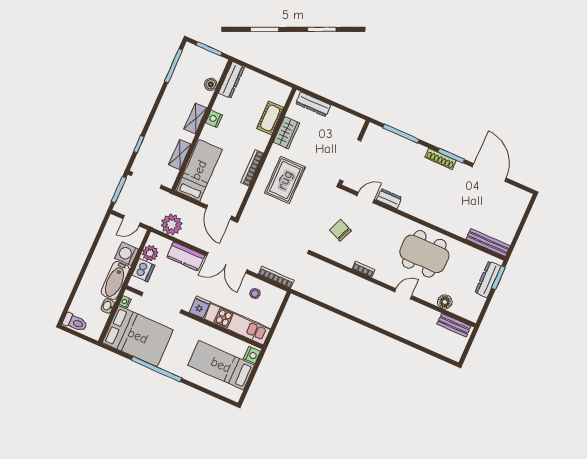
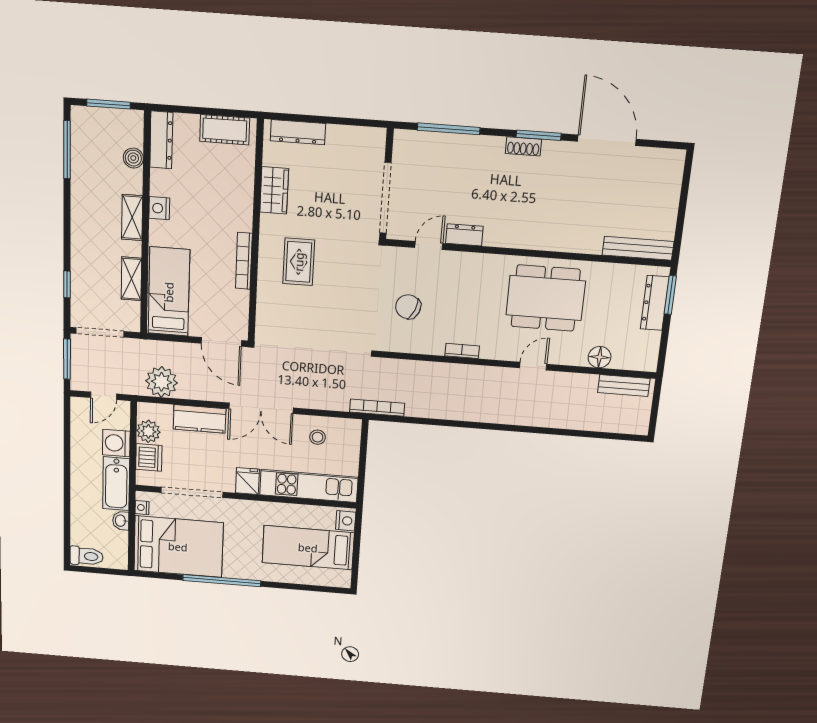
cot: (270, 118) -> (225, 130), moved, turned 90
shoe rack: (441, 159) -> (523, 146), width x0.70
rug: (285, 180) -> (299, 262), width x0.73, depth x0.70
bookcase: (276, 277) -> (377, 408), moved

